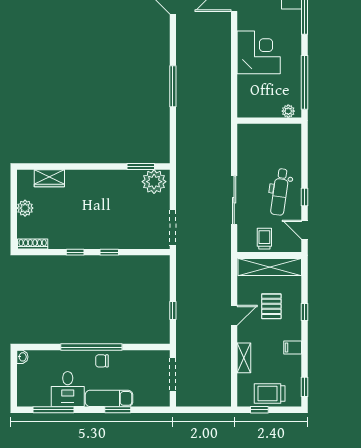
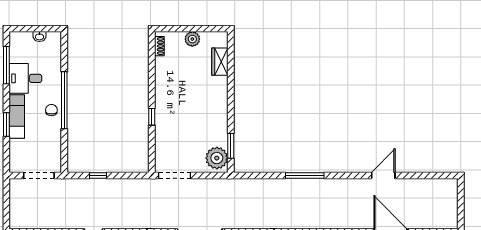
shoe rack: (33, 244) -> (159, 46), width x0.70
window: (75, 252) -> (152, 85), removed
washbasin: (22, 357) -> (39, 37), moved

